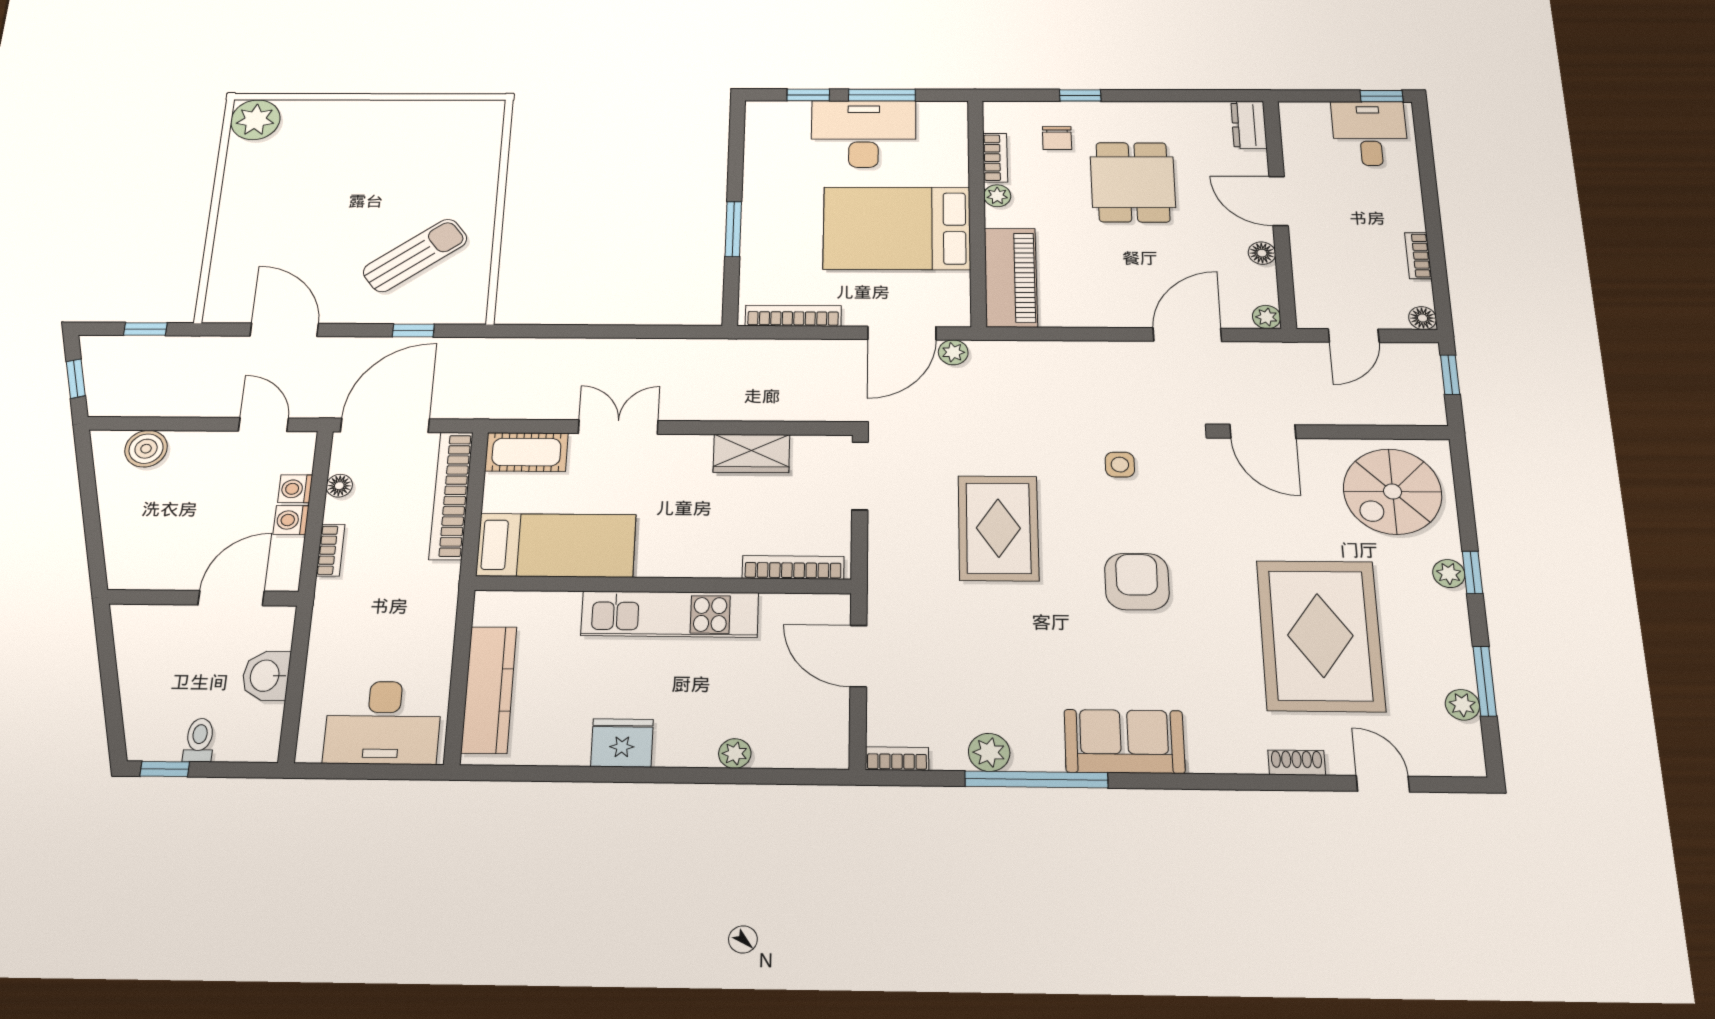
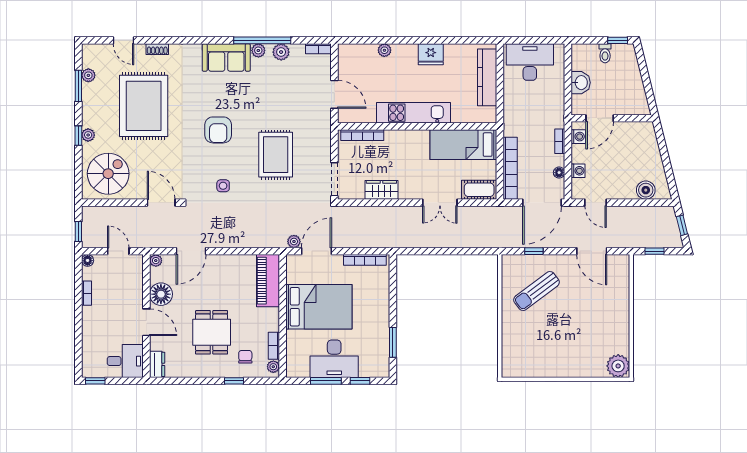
desk: (1370, 133) -> (125, 361), moved, turned -90
plant: (997, 196) -> (273, 367), moved
window: (733, 229) -> (393, 342), moved
floor lamp: (1262, 253) -> (161, 294), width x1.89, depth x1.89
door: (1354, 336) -> (118, 251), hinge flipped
washing machine: (291, 520) -> (578, 137), moved
plant: (1046, 757) -> (258, 50), added

